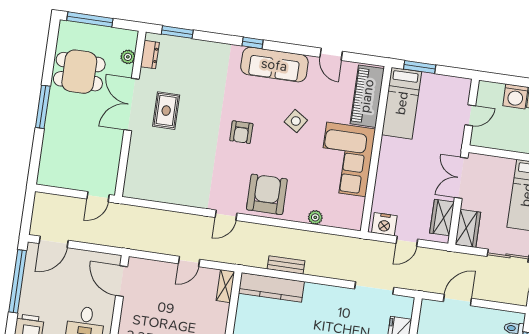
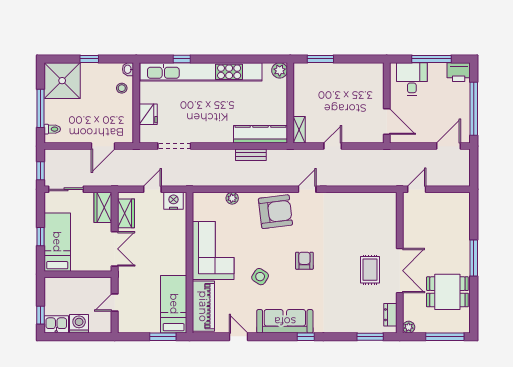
plant: (128, 57) -> (409, 327), moved
armchair: (267, 194) -> (275, 212), turned -97

